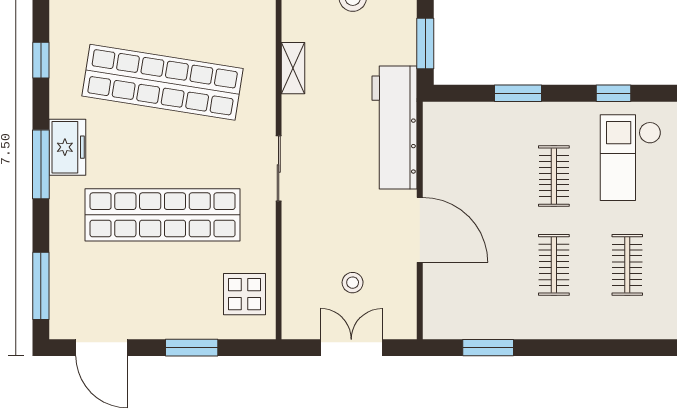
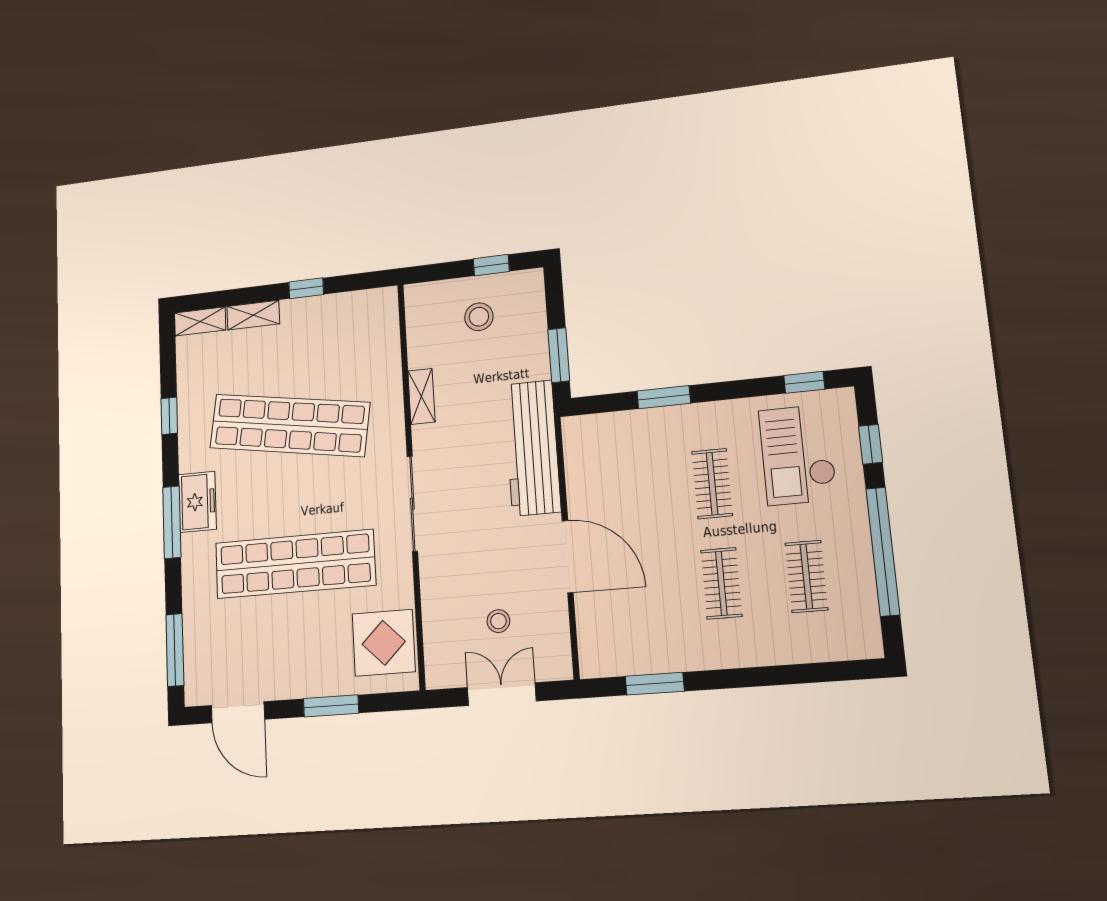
window: (613, 93) -> (804, 382), moved
sliding door: (279, 169) -> (412, 504), width x1.37
display table: (245, 294) -> (384, 643), width x1.36, depth x1.36

